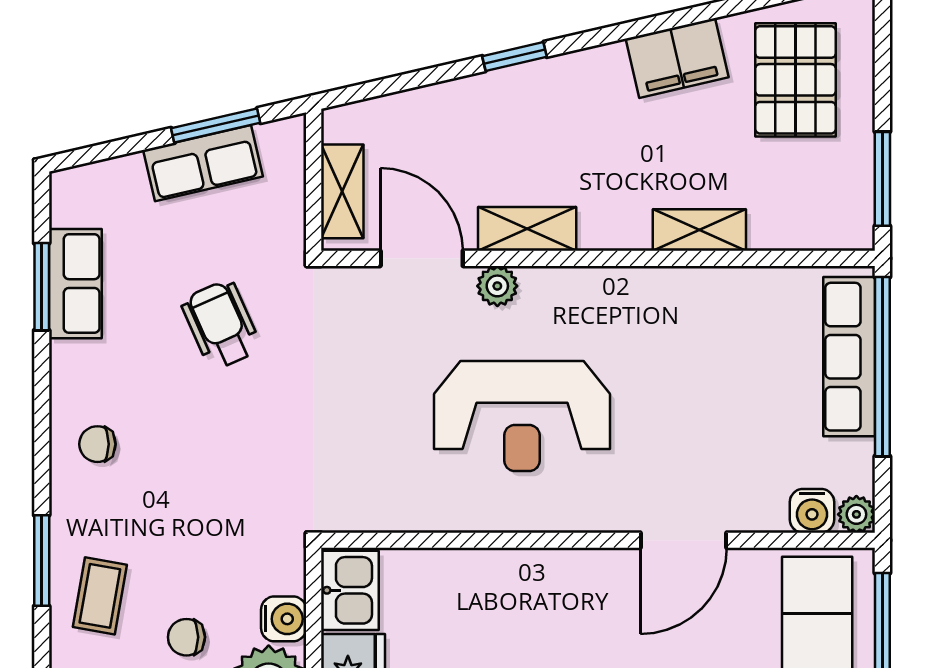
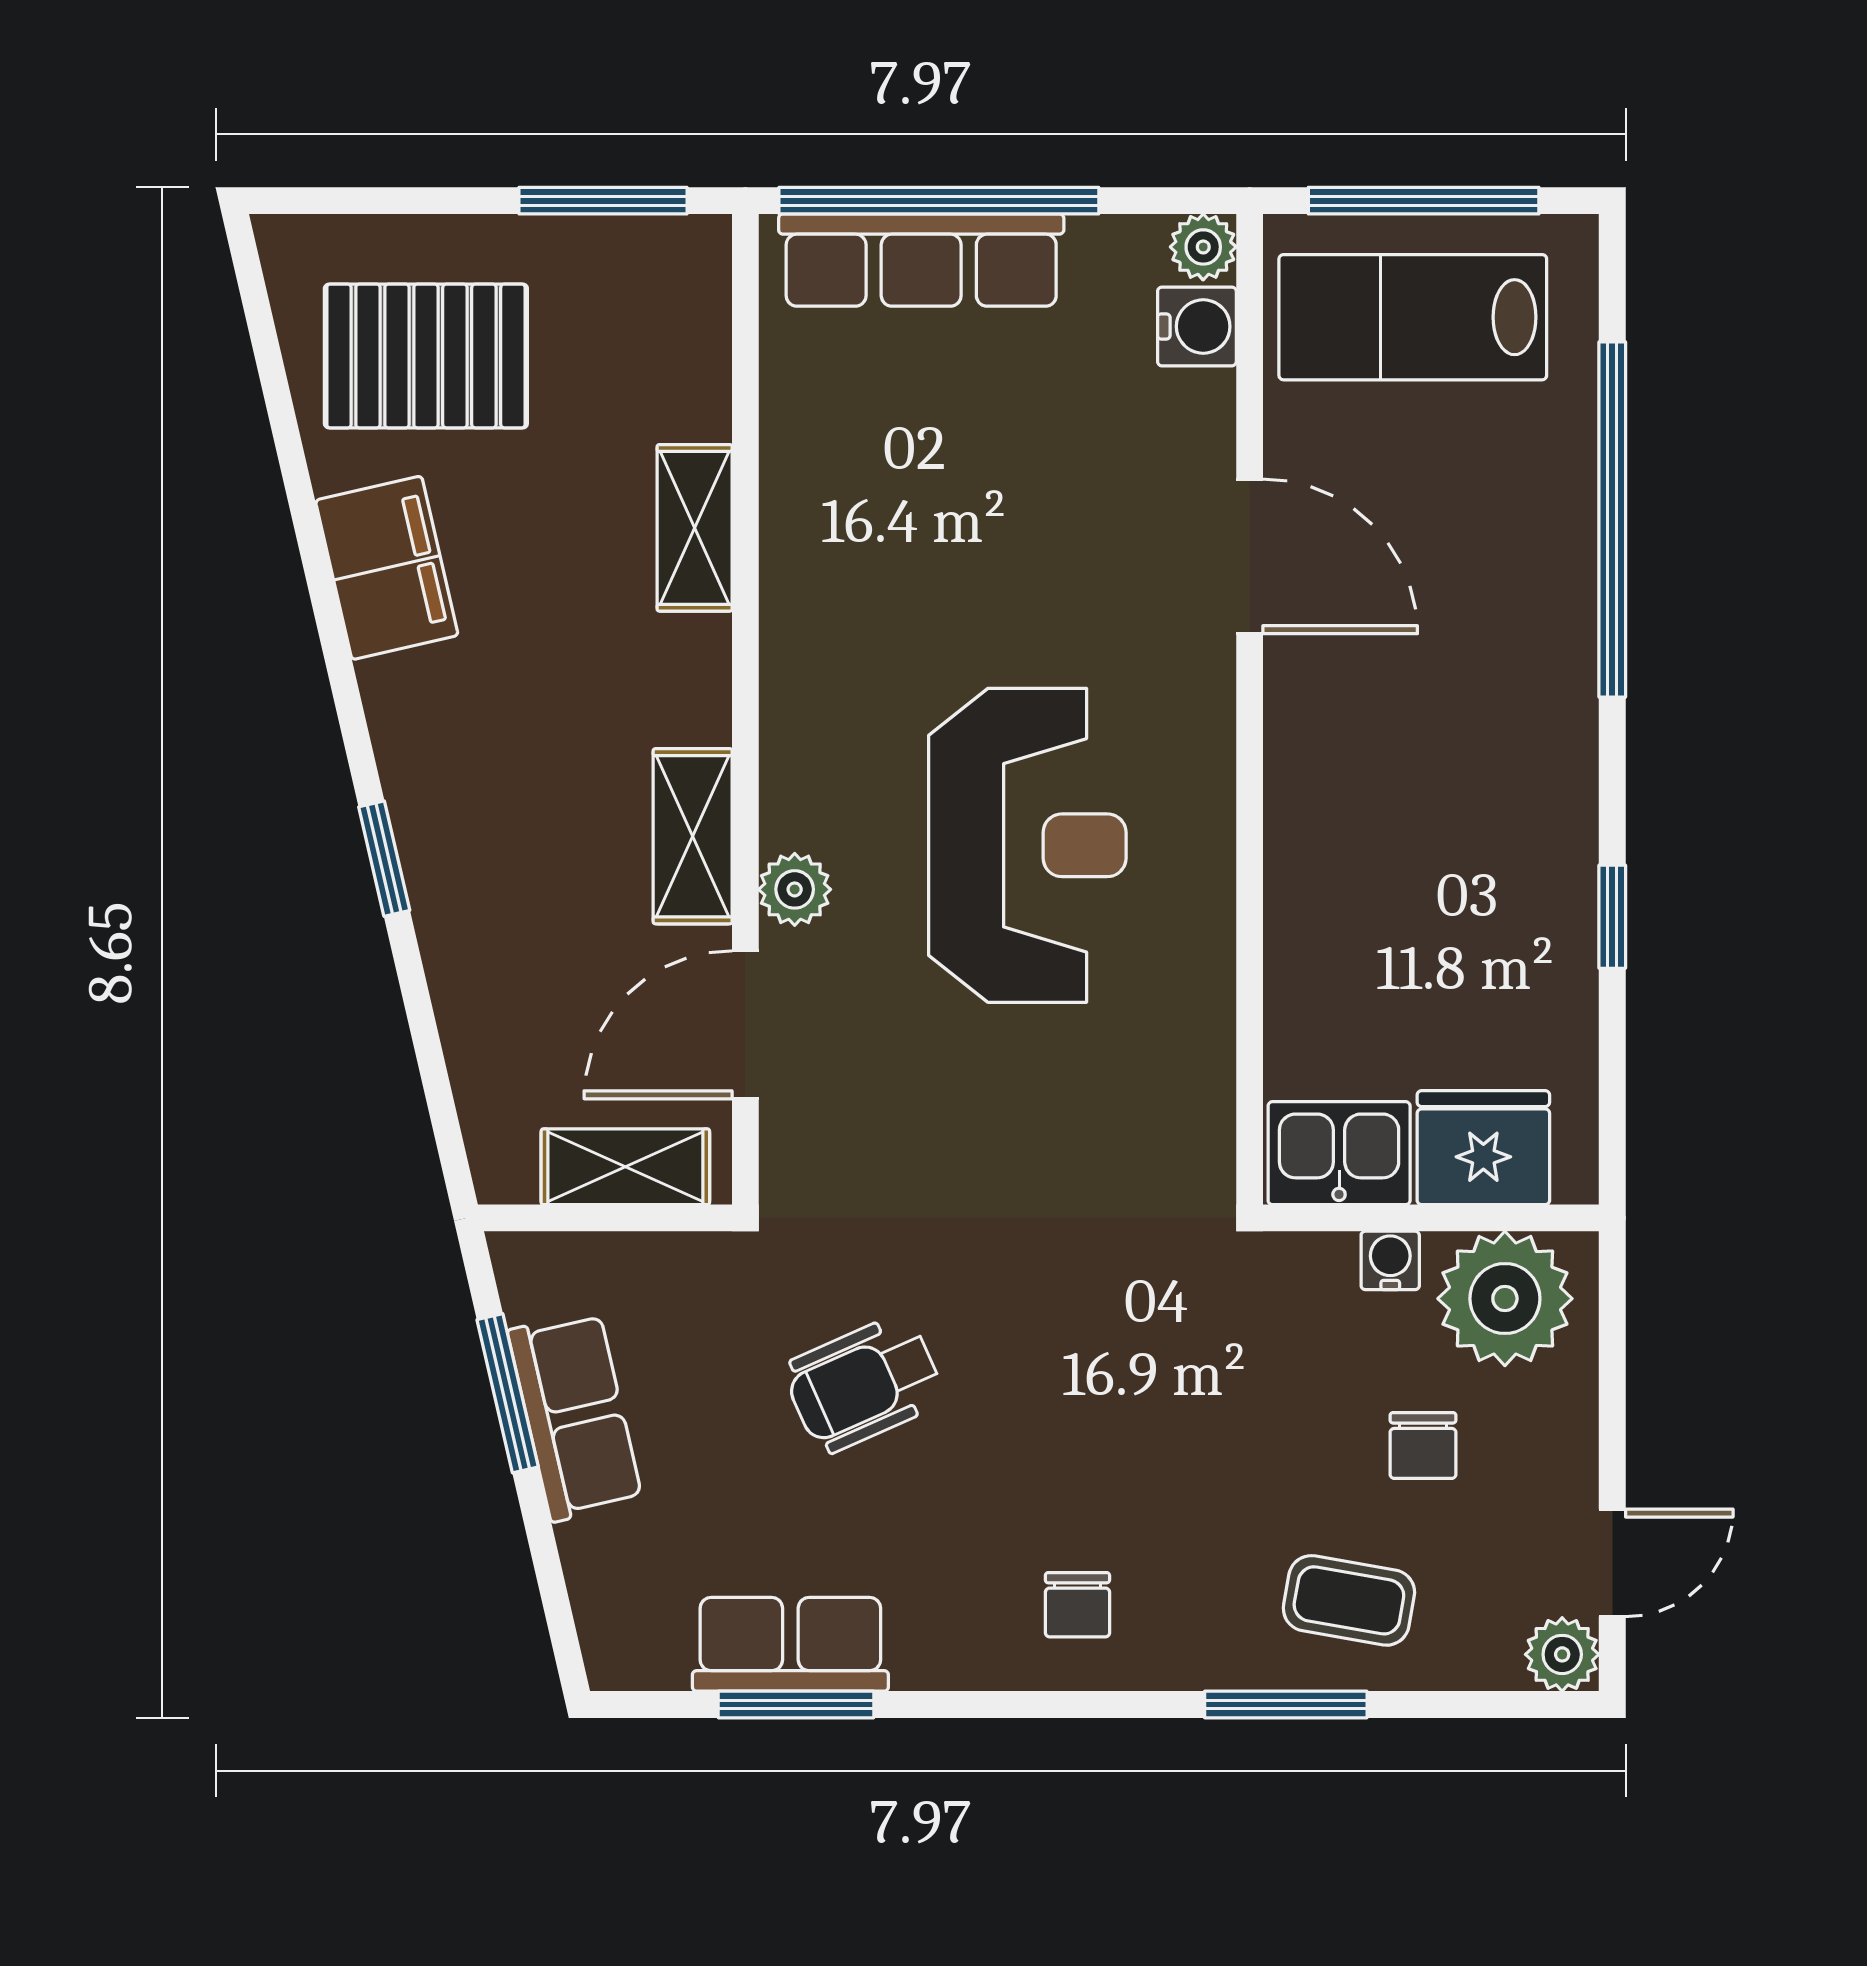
water cooler: (284, 619) -> (1390, 1260), width x0.72, depth x0.72

